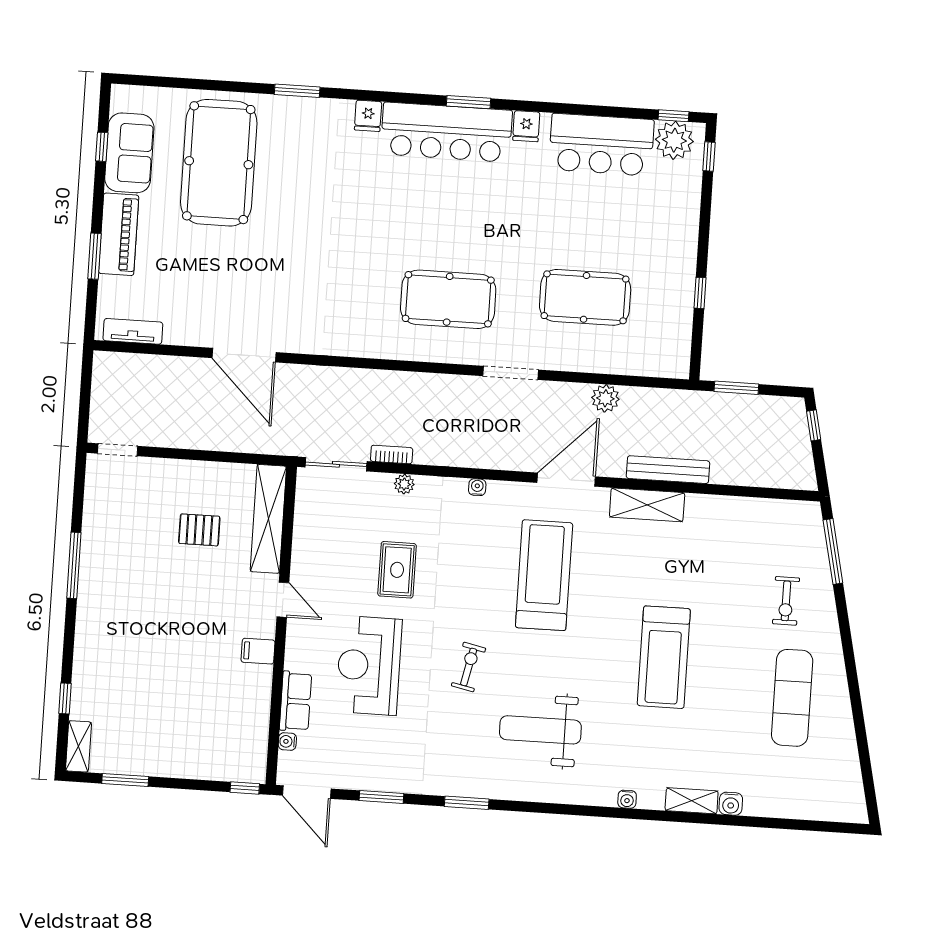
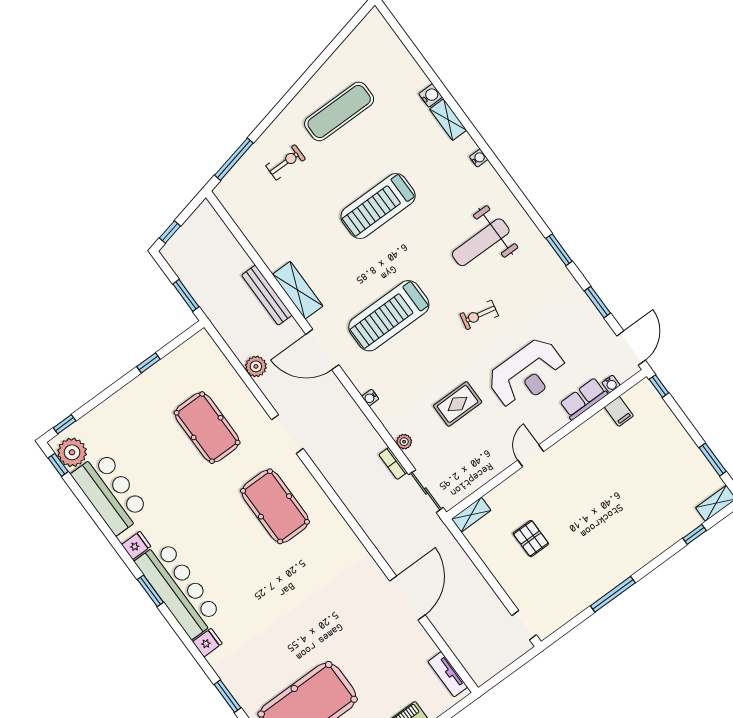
shelving: (268, 519) -> (471, 515), width x0.45, depth x0.75
filing cabinet: (258, 651) -> (619, 411), moved
treadmill: (664, 657) -> (378, 206), turned 180
weight bench: (540, 730) -> (481, 242), turned 90

